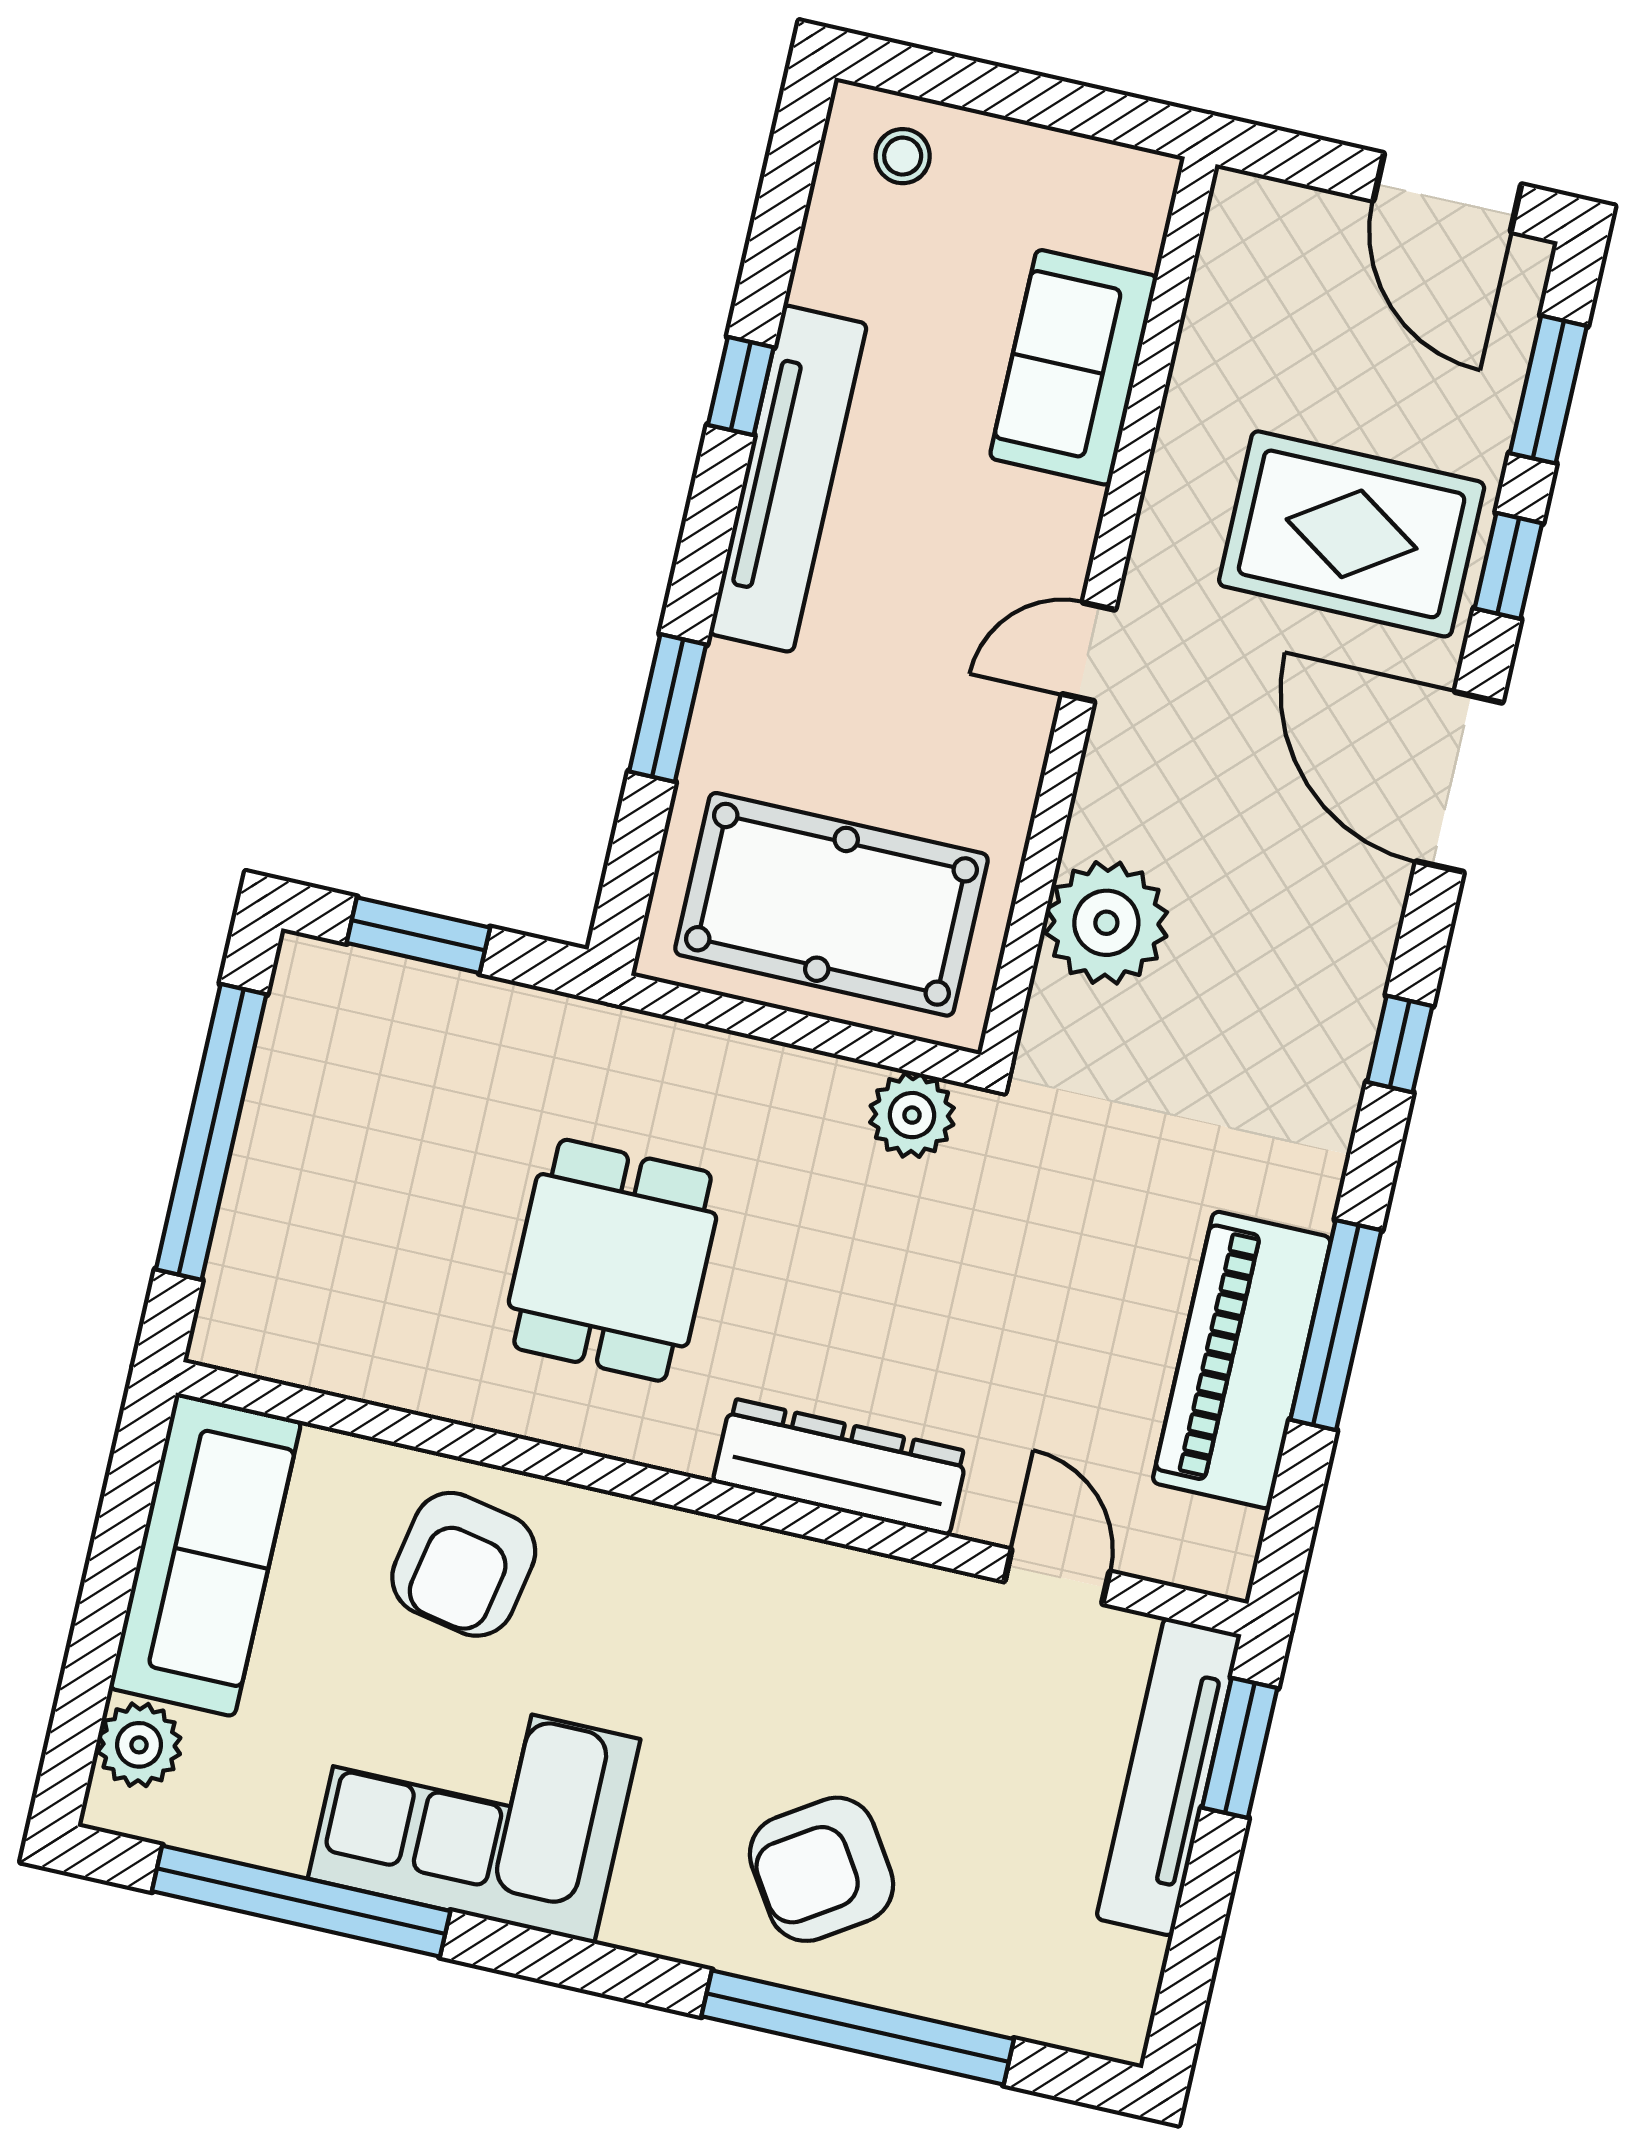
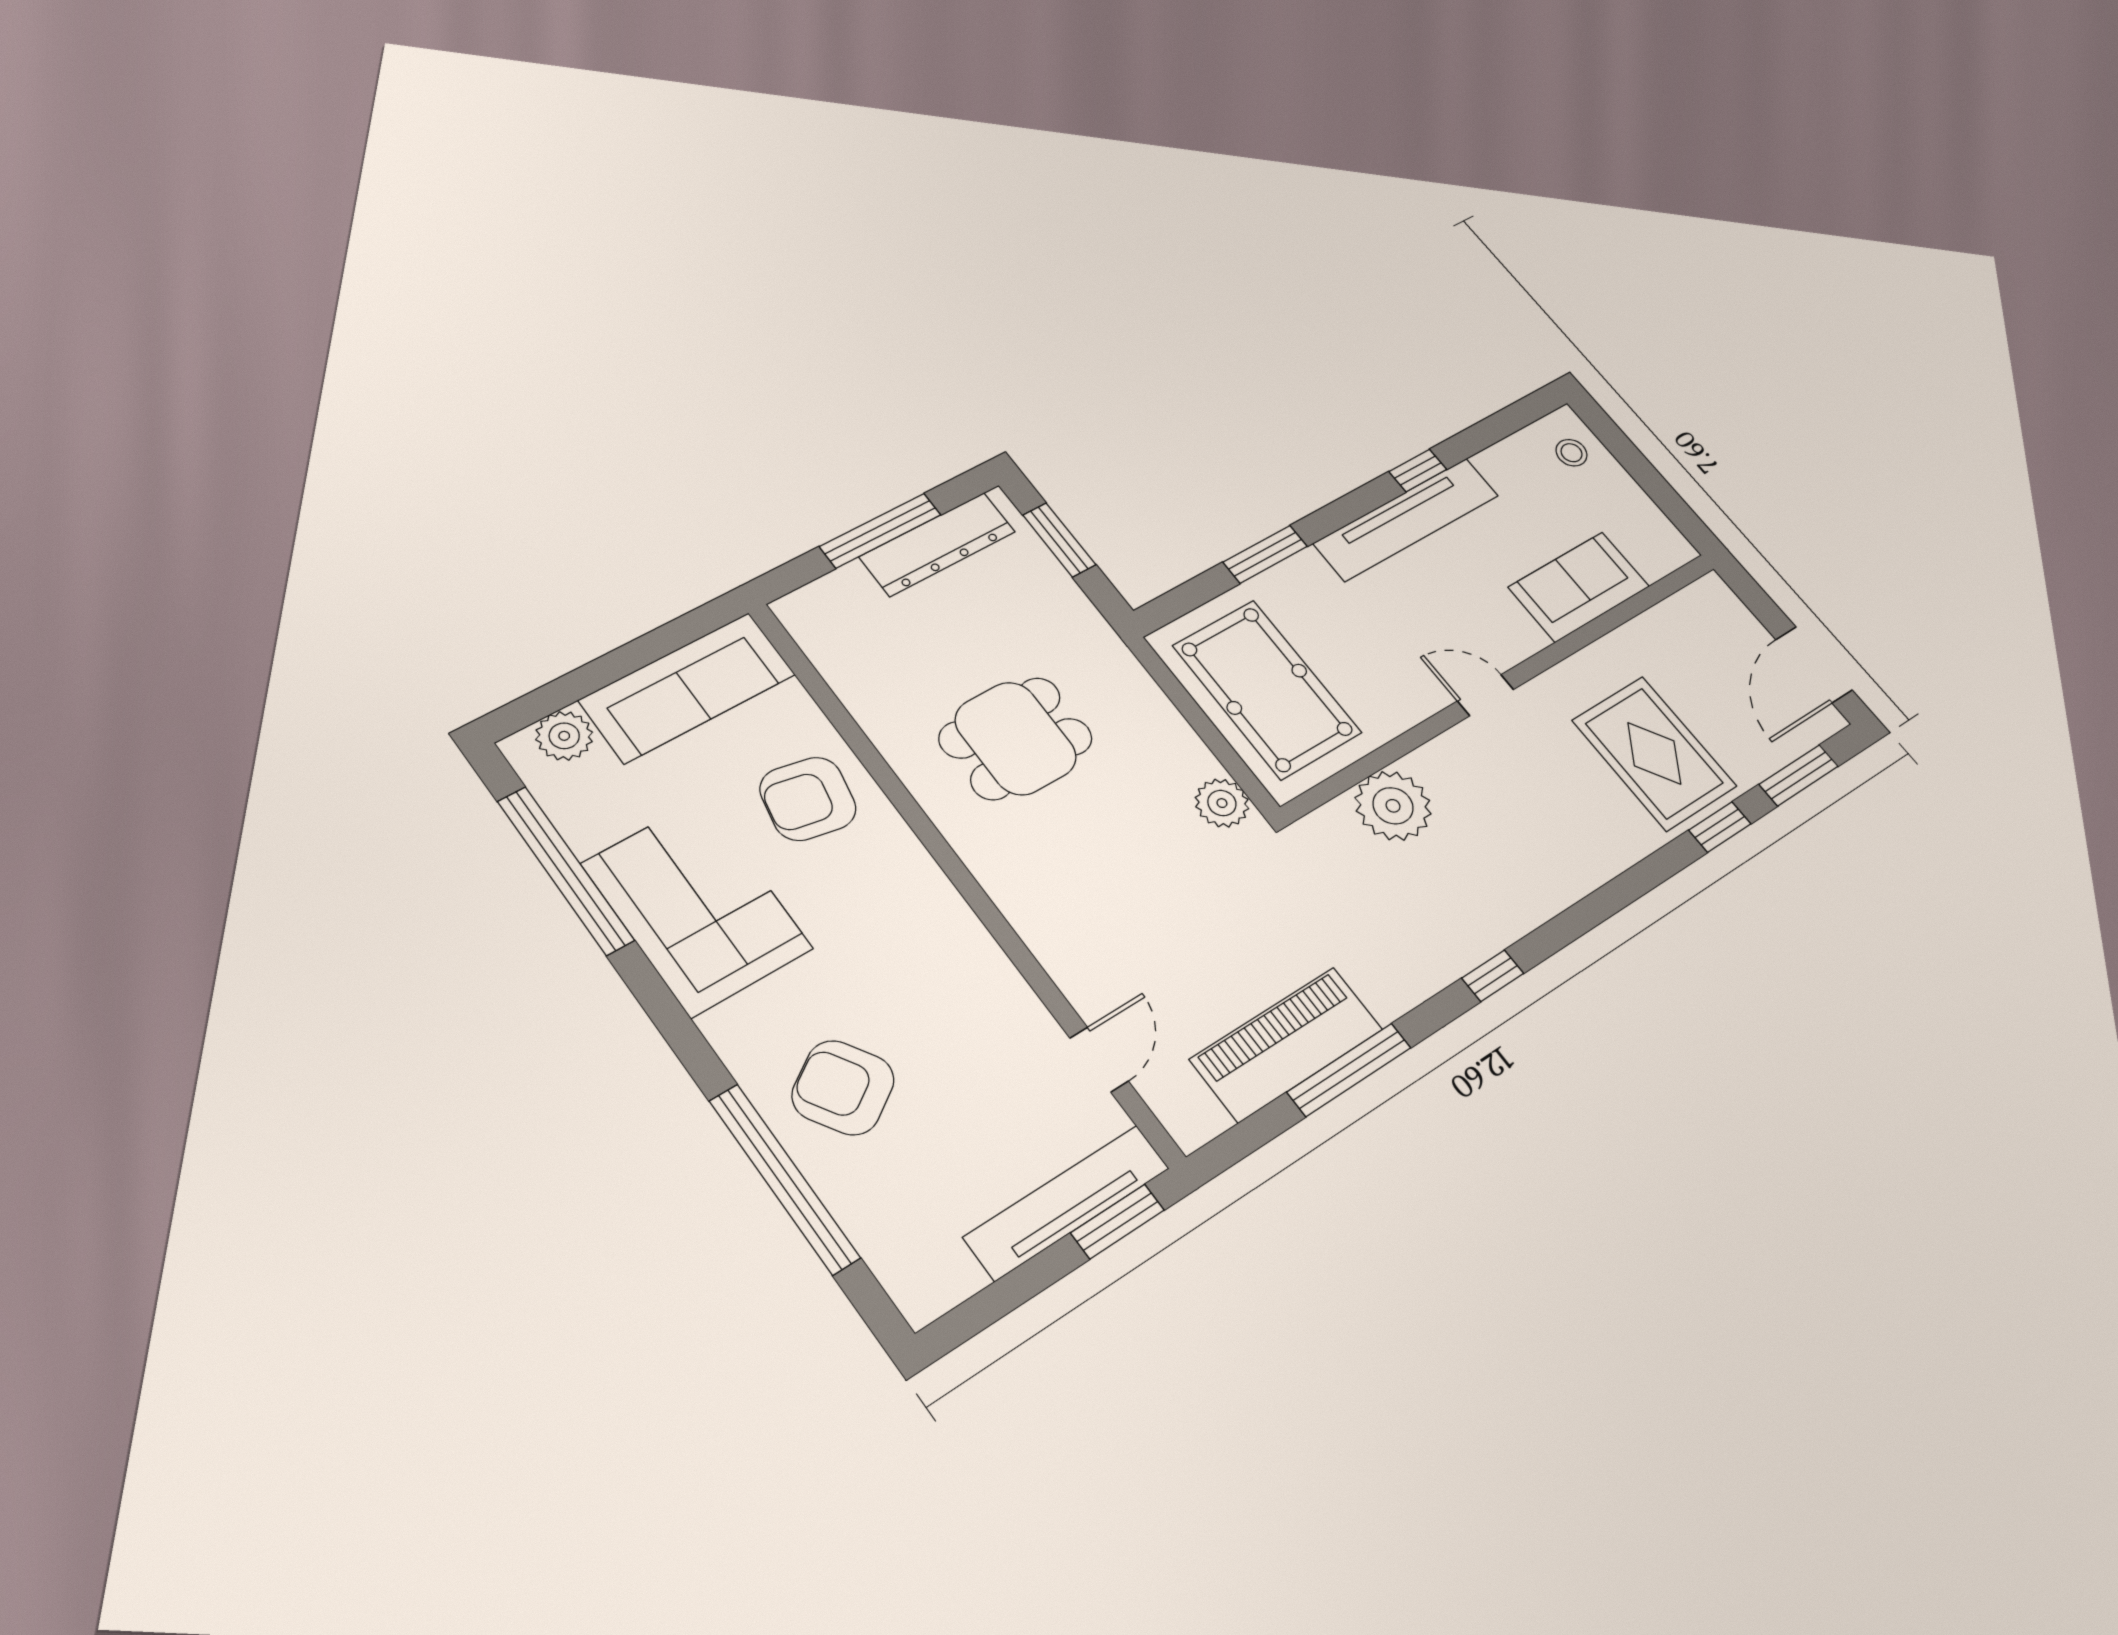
door: (1459, 782) -> (1620, 893), removed
window: (211, 1132) -> (880, 531), width x0.68
dresser: (840, 1467) -> (937, 544), moved, turned 90

